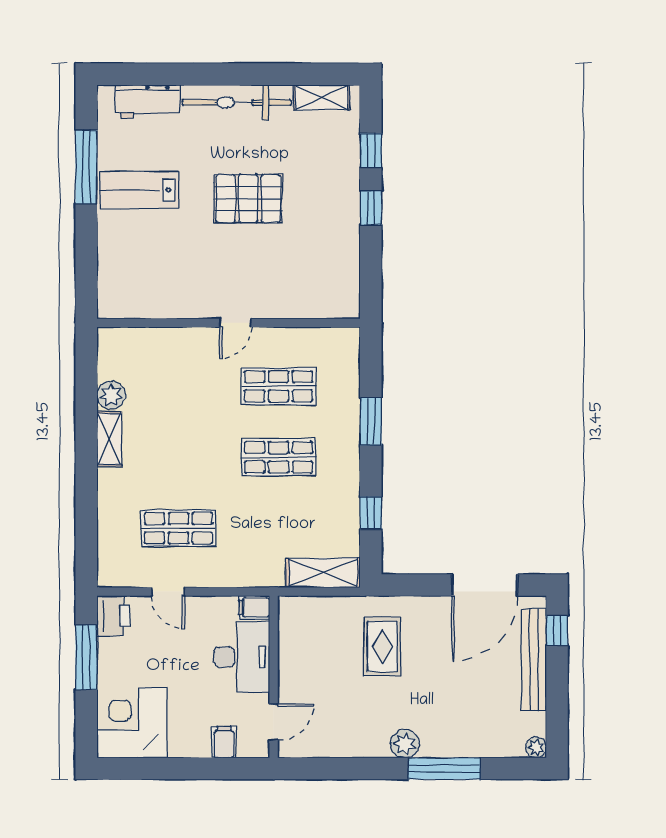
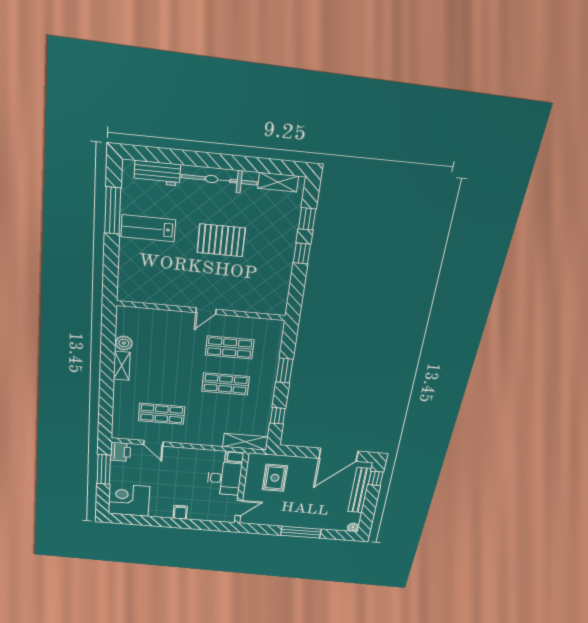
filing cabinet: (254, 607) -> (234, 457), moved
desk: (242, 657) -> (224, 478), moved
wall: (274, 677) -> (242, 489), moved
door: (274, 722) -> (239, 508), moved
plant: (405, 744) -> (281, 520), removed

